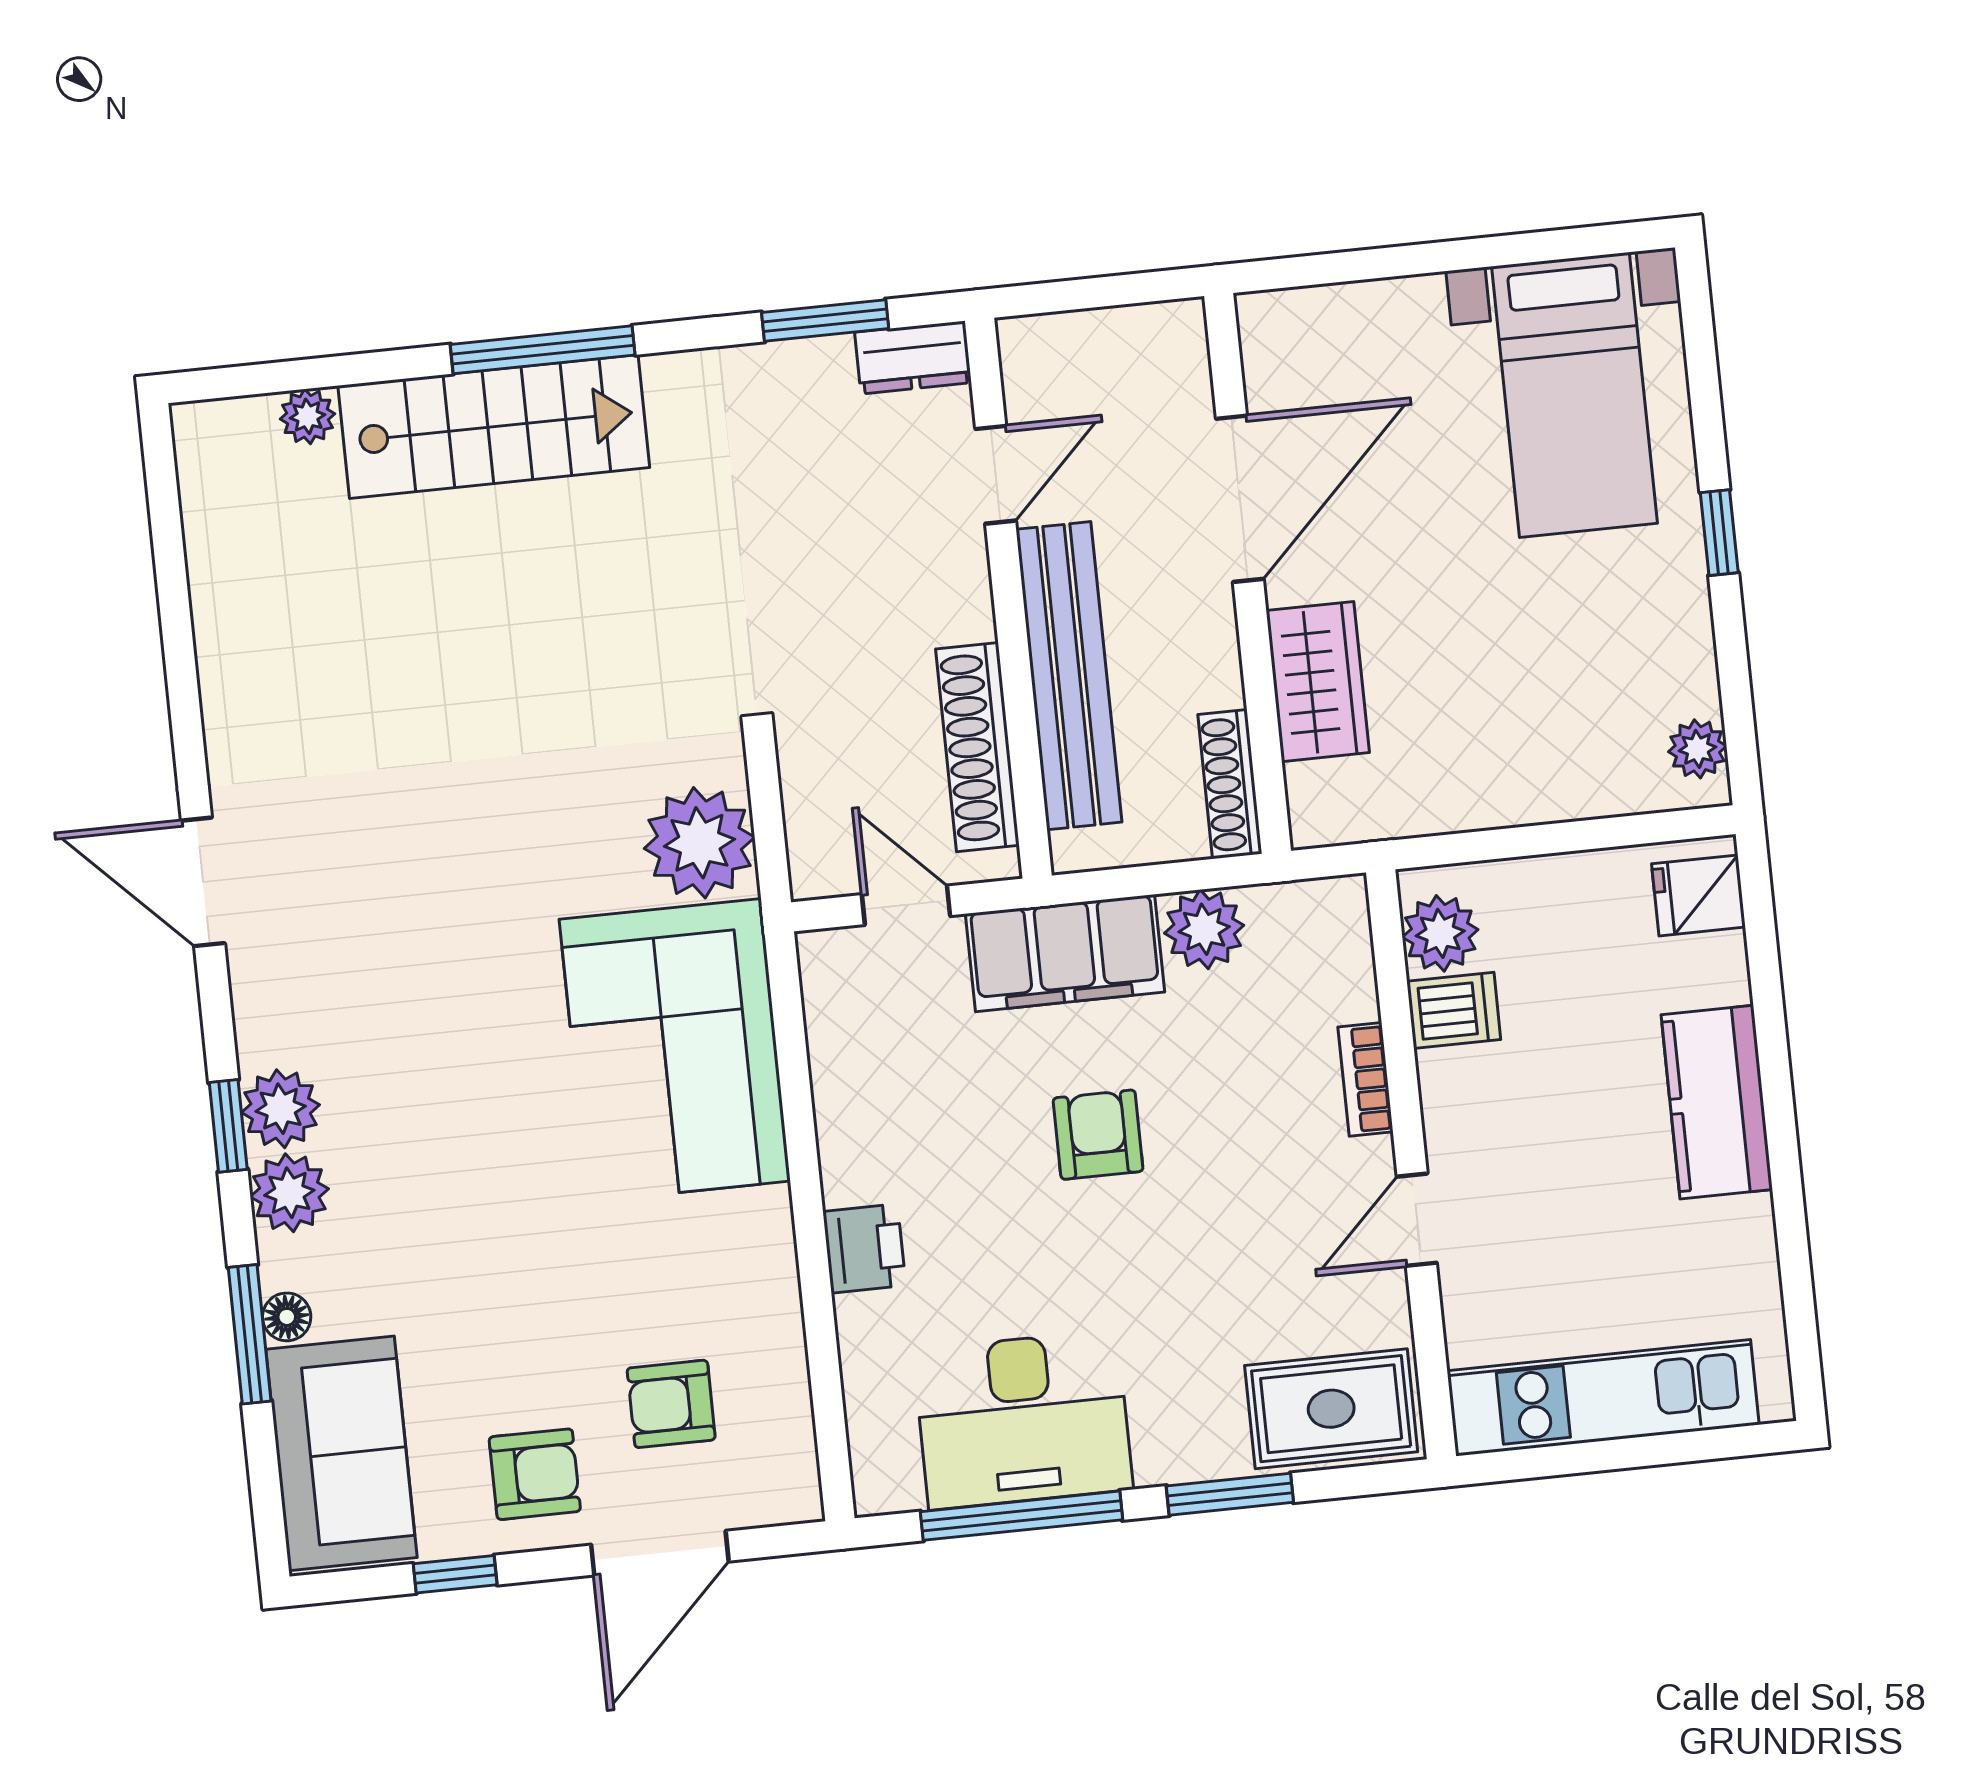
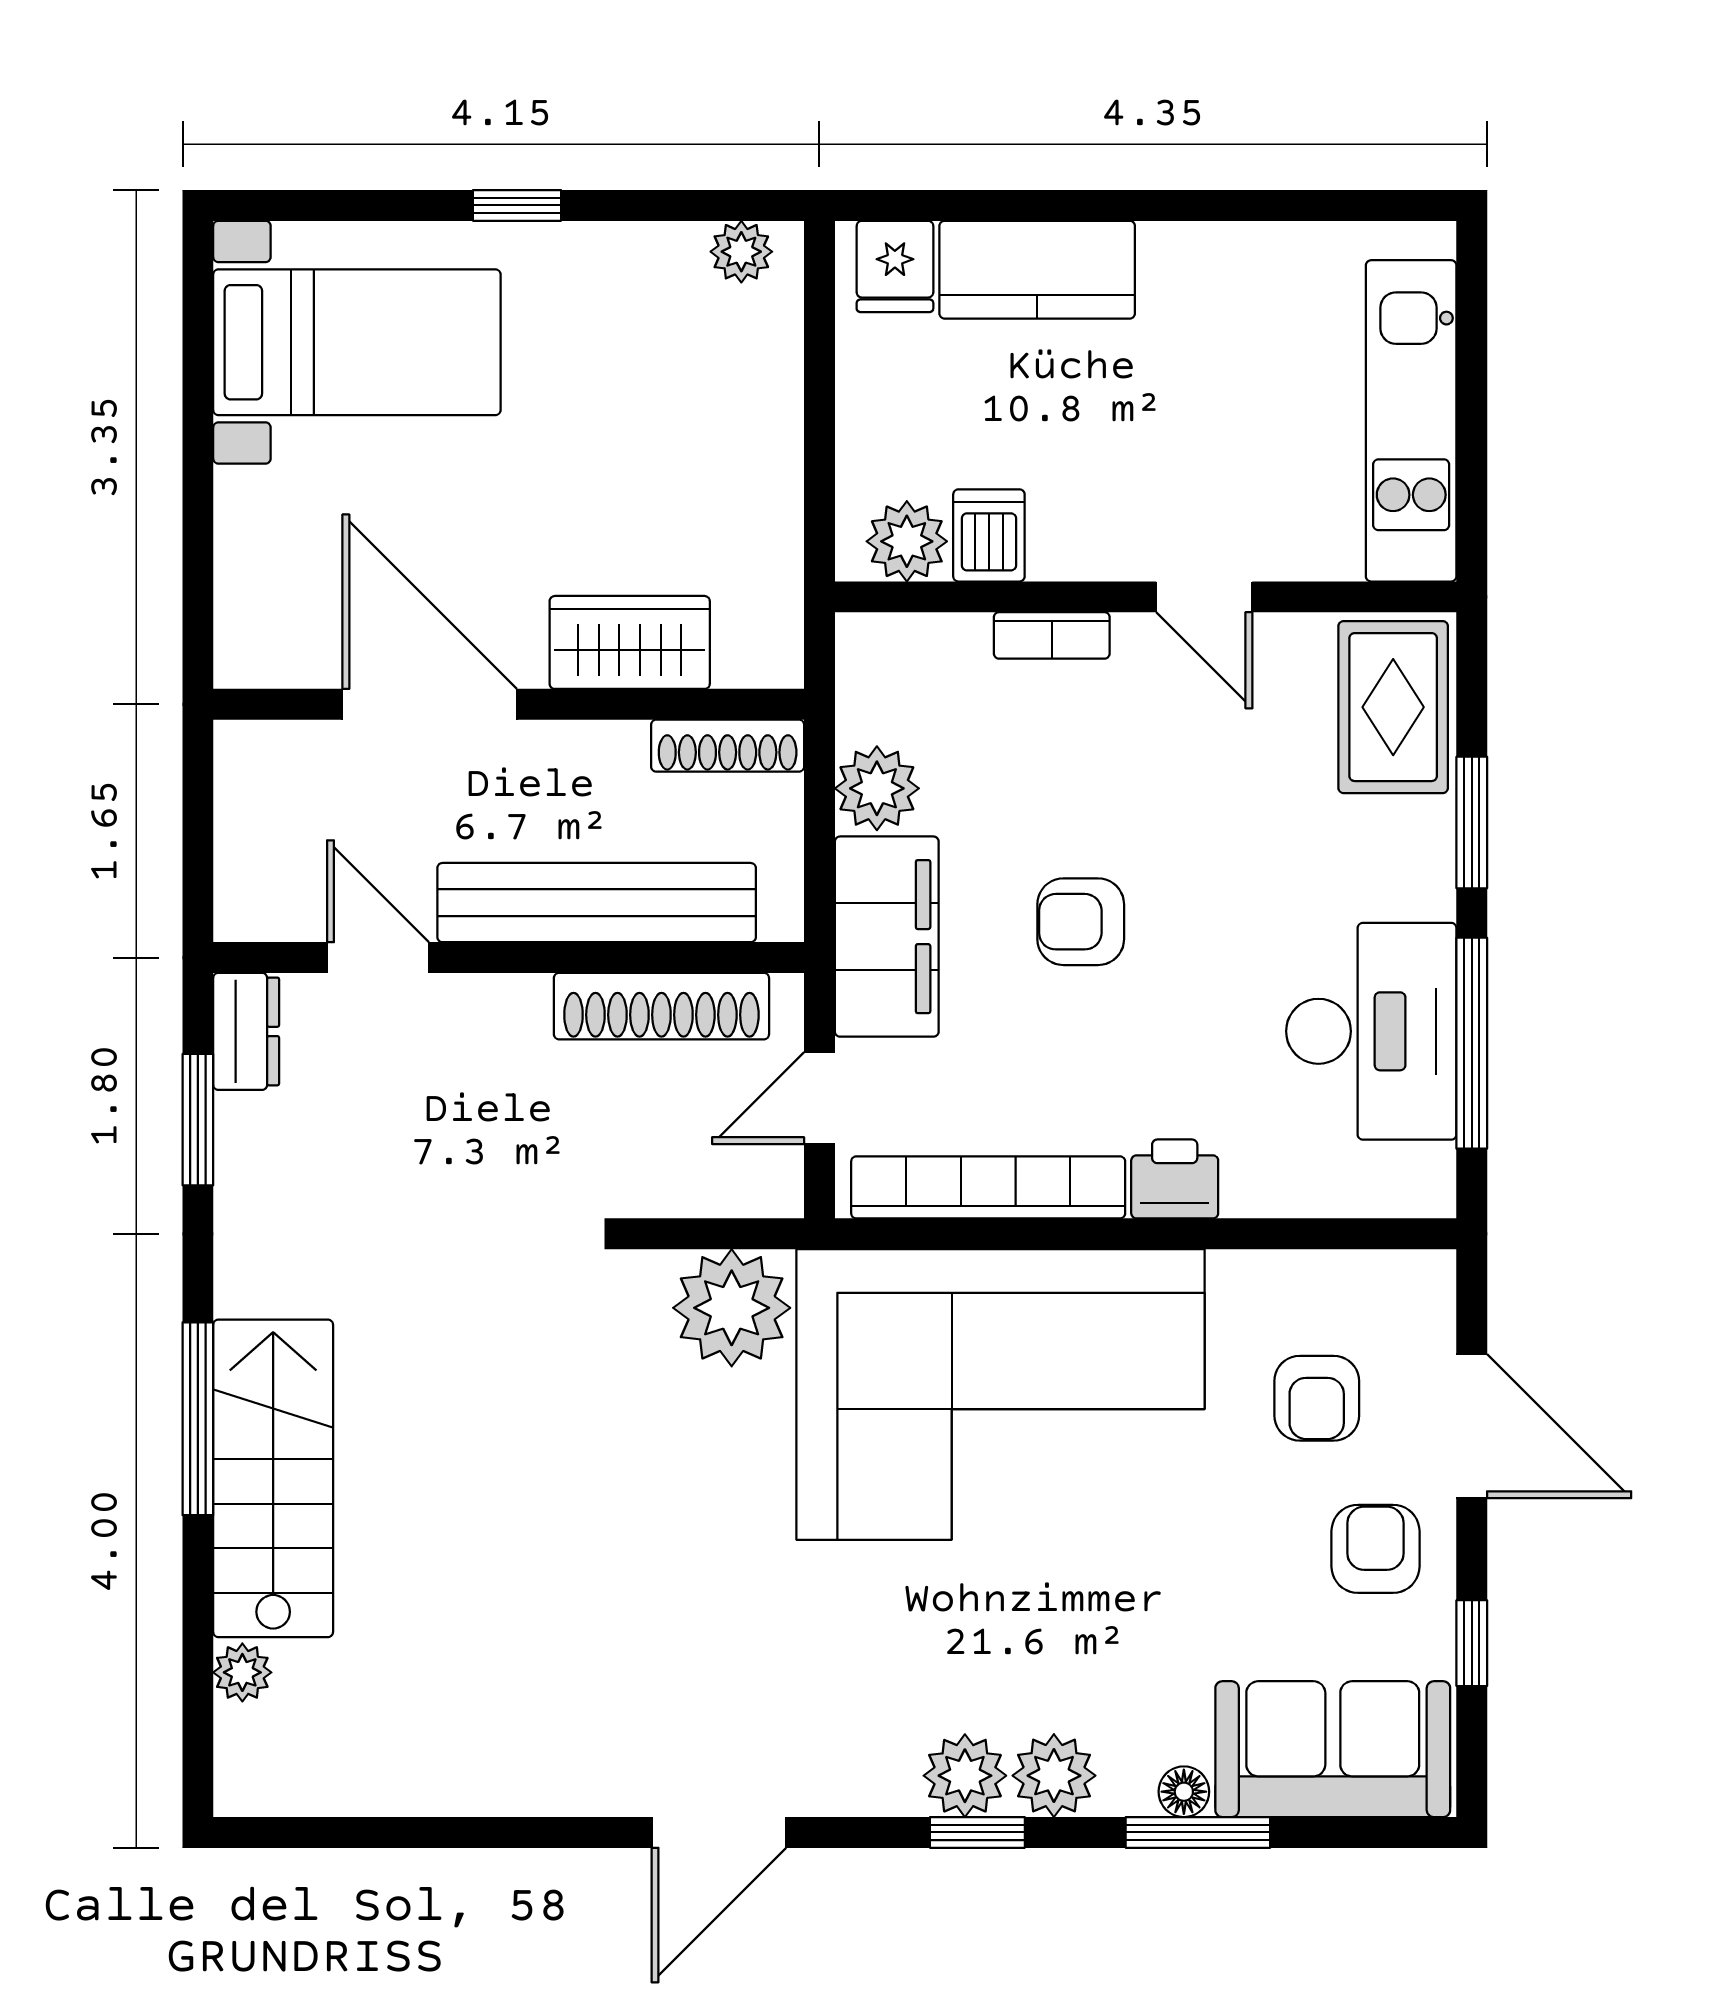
corner sofa: (675, 1050) -> (1001, 1395), width x1.36, depth x1.36
bookcase: (838, 1073) -> (988, 1187), added
kitchen counter: (1717, 1102) -> (1037, 270), moved

